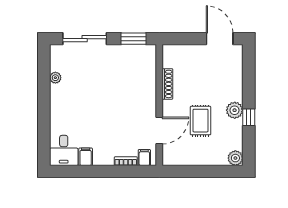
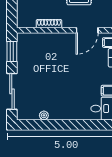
door: (159, 131) -> (87, 30), swing flipped

